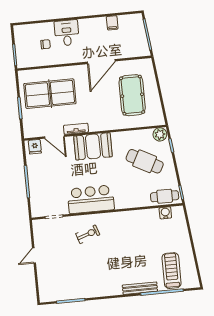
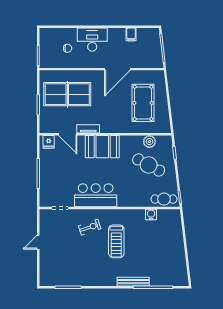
desk: (67, 33) -> (92, 40), width x1.37
plant: (160, 134) -> (149, 142), moved
water cooler: (165, 213) -> (151, 214), moved
treadmill: (172, 271) -> (116, 241), moved, turned 180

